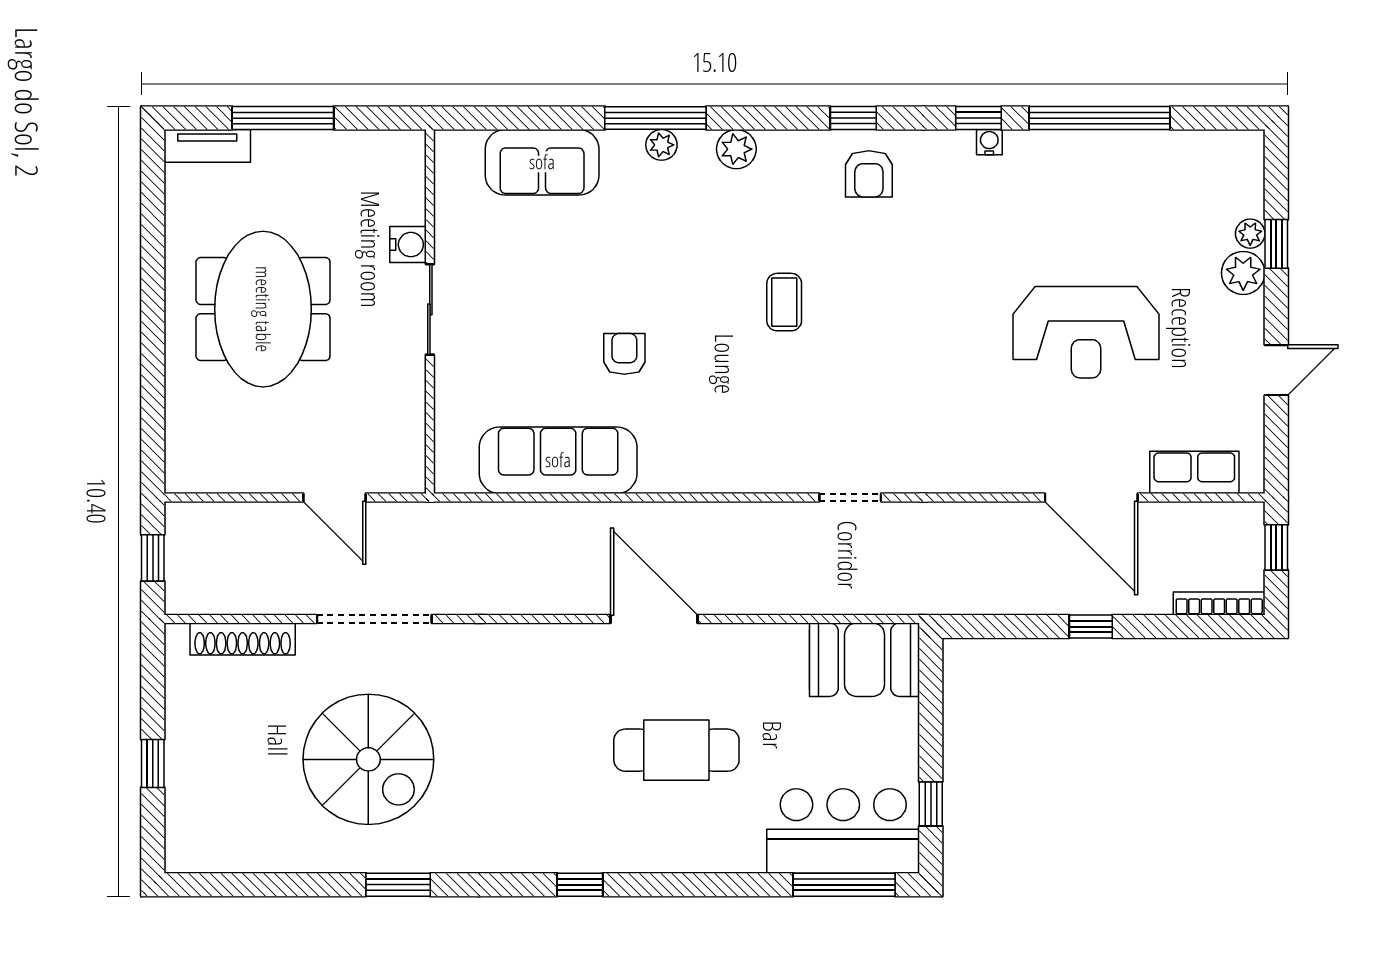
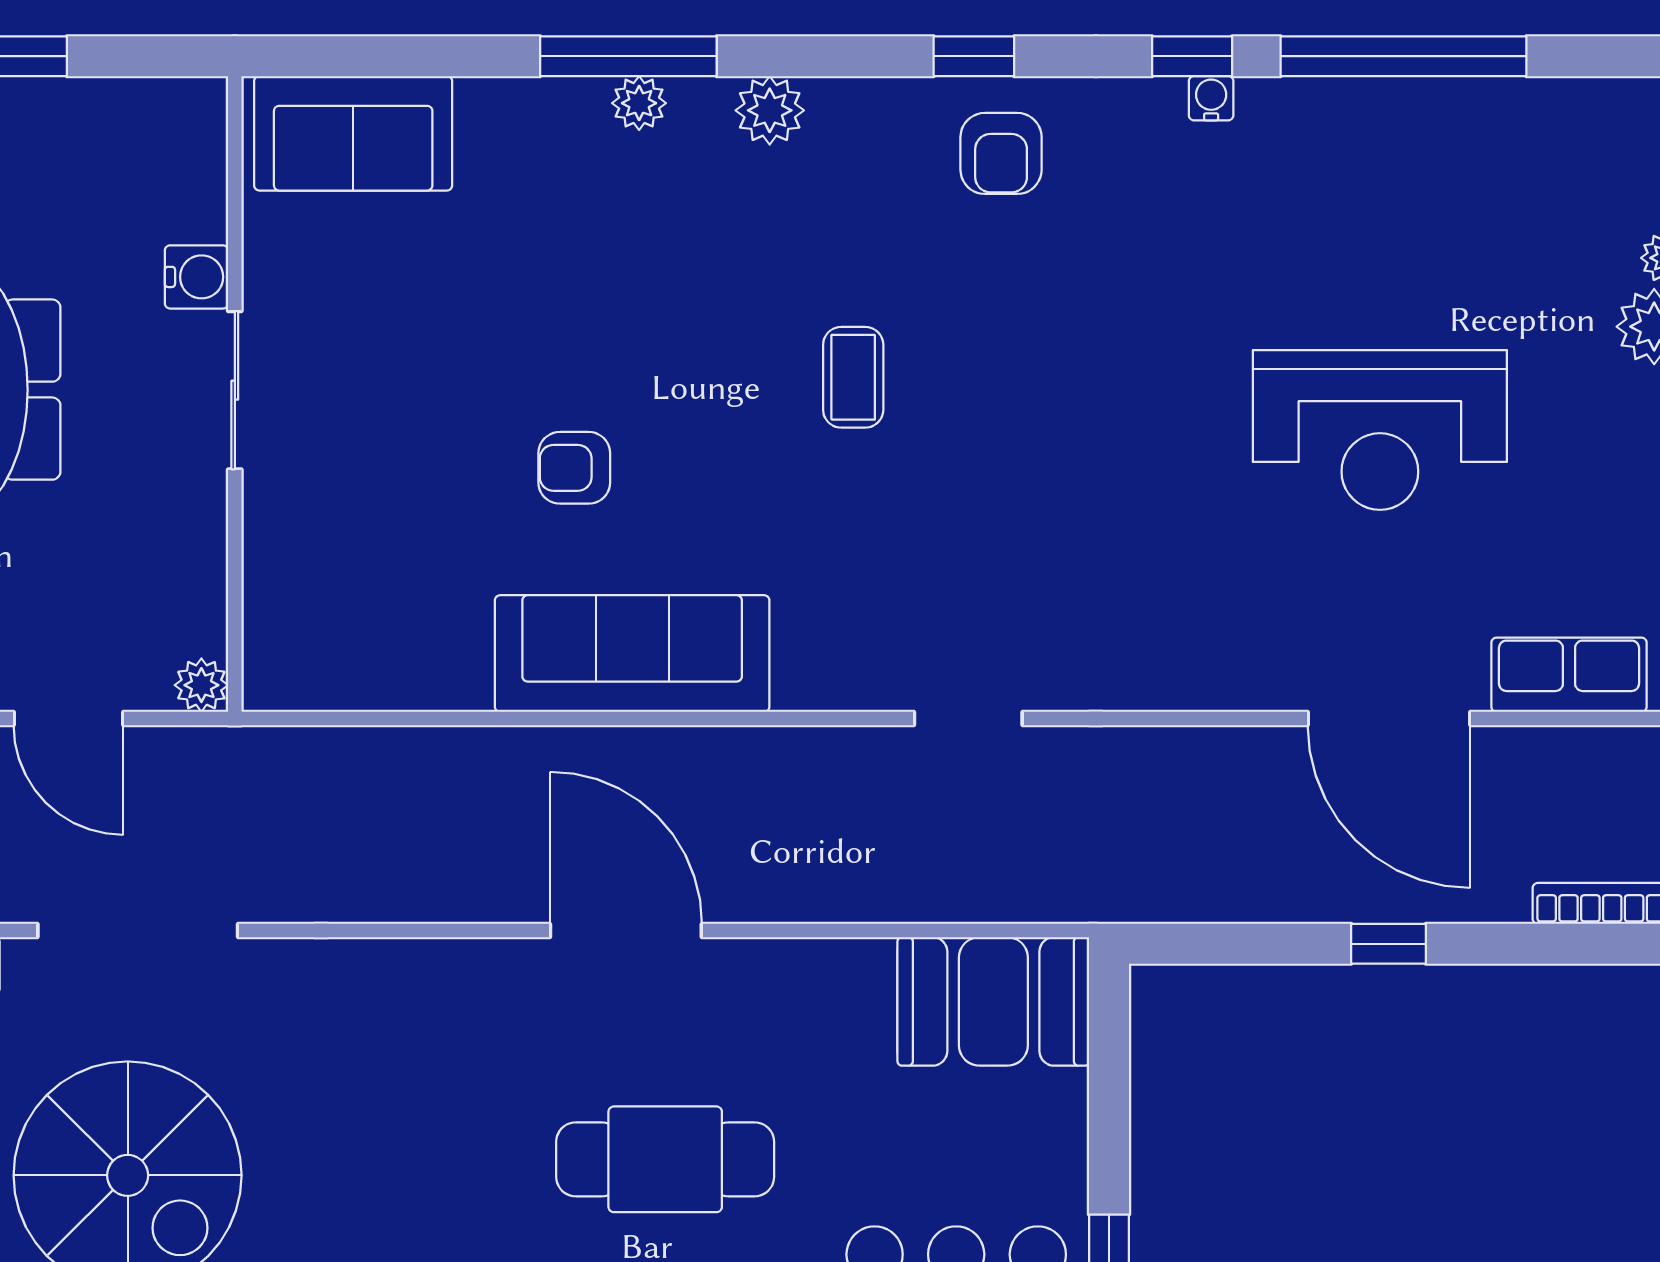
sofa: (542, 162) -> (353, 133), moved
armchair: (624, 354) -> (574, 468), turned -90
sofa: (558, 460) -> (632, 654), moved
plant: (411, 478) -> (201, 685), added

